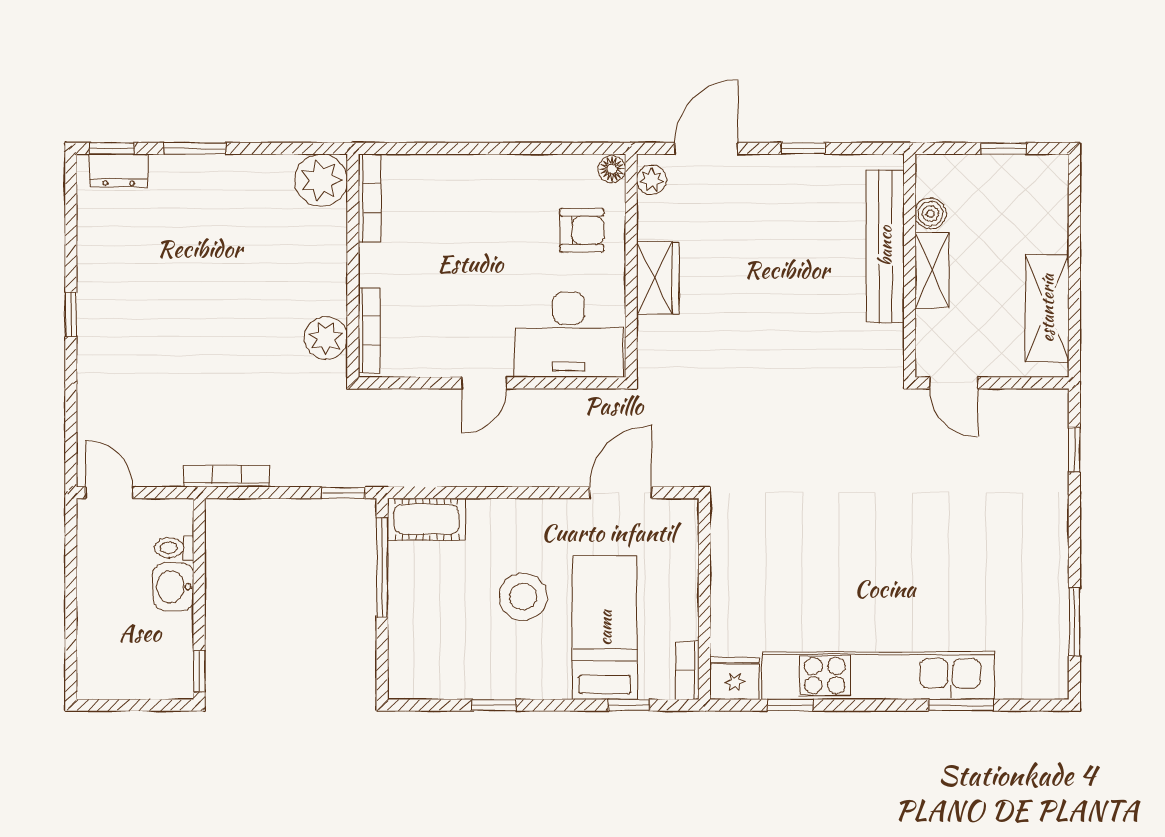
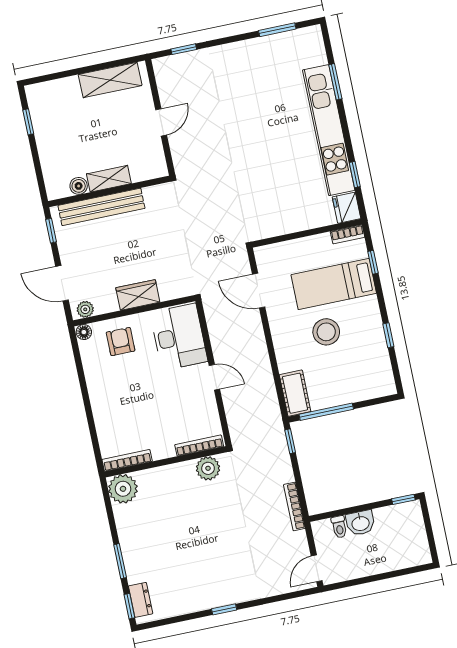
boiler: (930, 214) -> (79, 186), moved
bench: (885, 246) -> (101, 207), moved
wall: (910, 266) -> (109, 191), moved
shelving: (932, 270) -> (109, 179), moved

